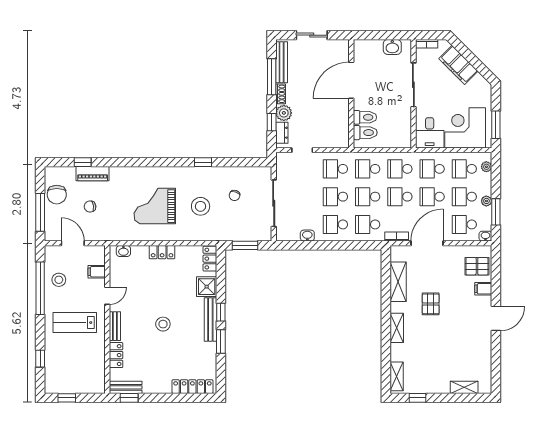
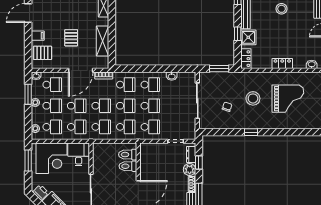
printer: (479, 83) -> (41, 192), added
pallet: (431, 304) -> (71, 38), moved
window: (221, 312) -> (238, 34), moved

